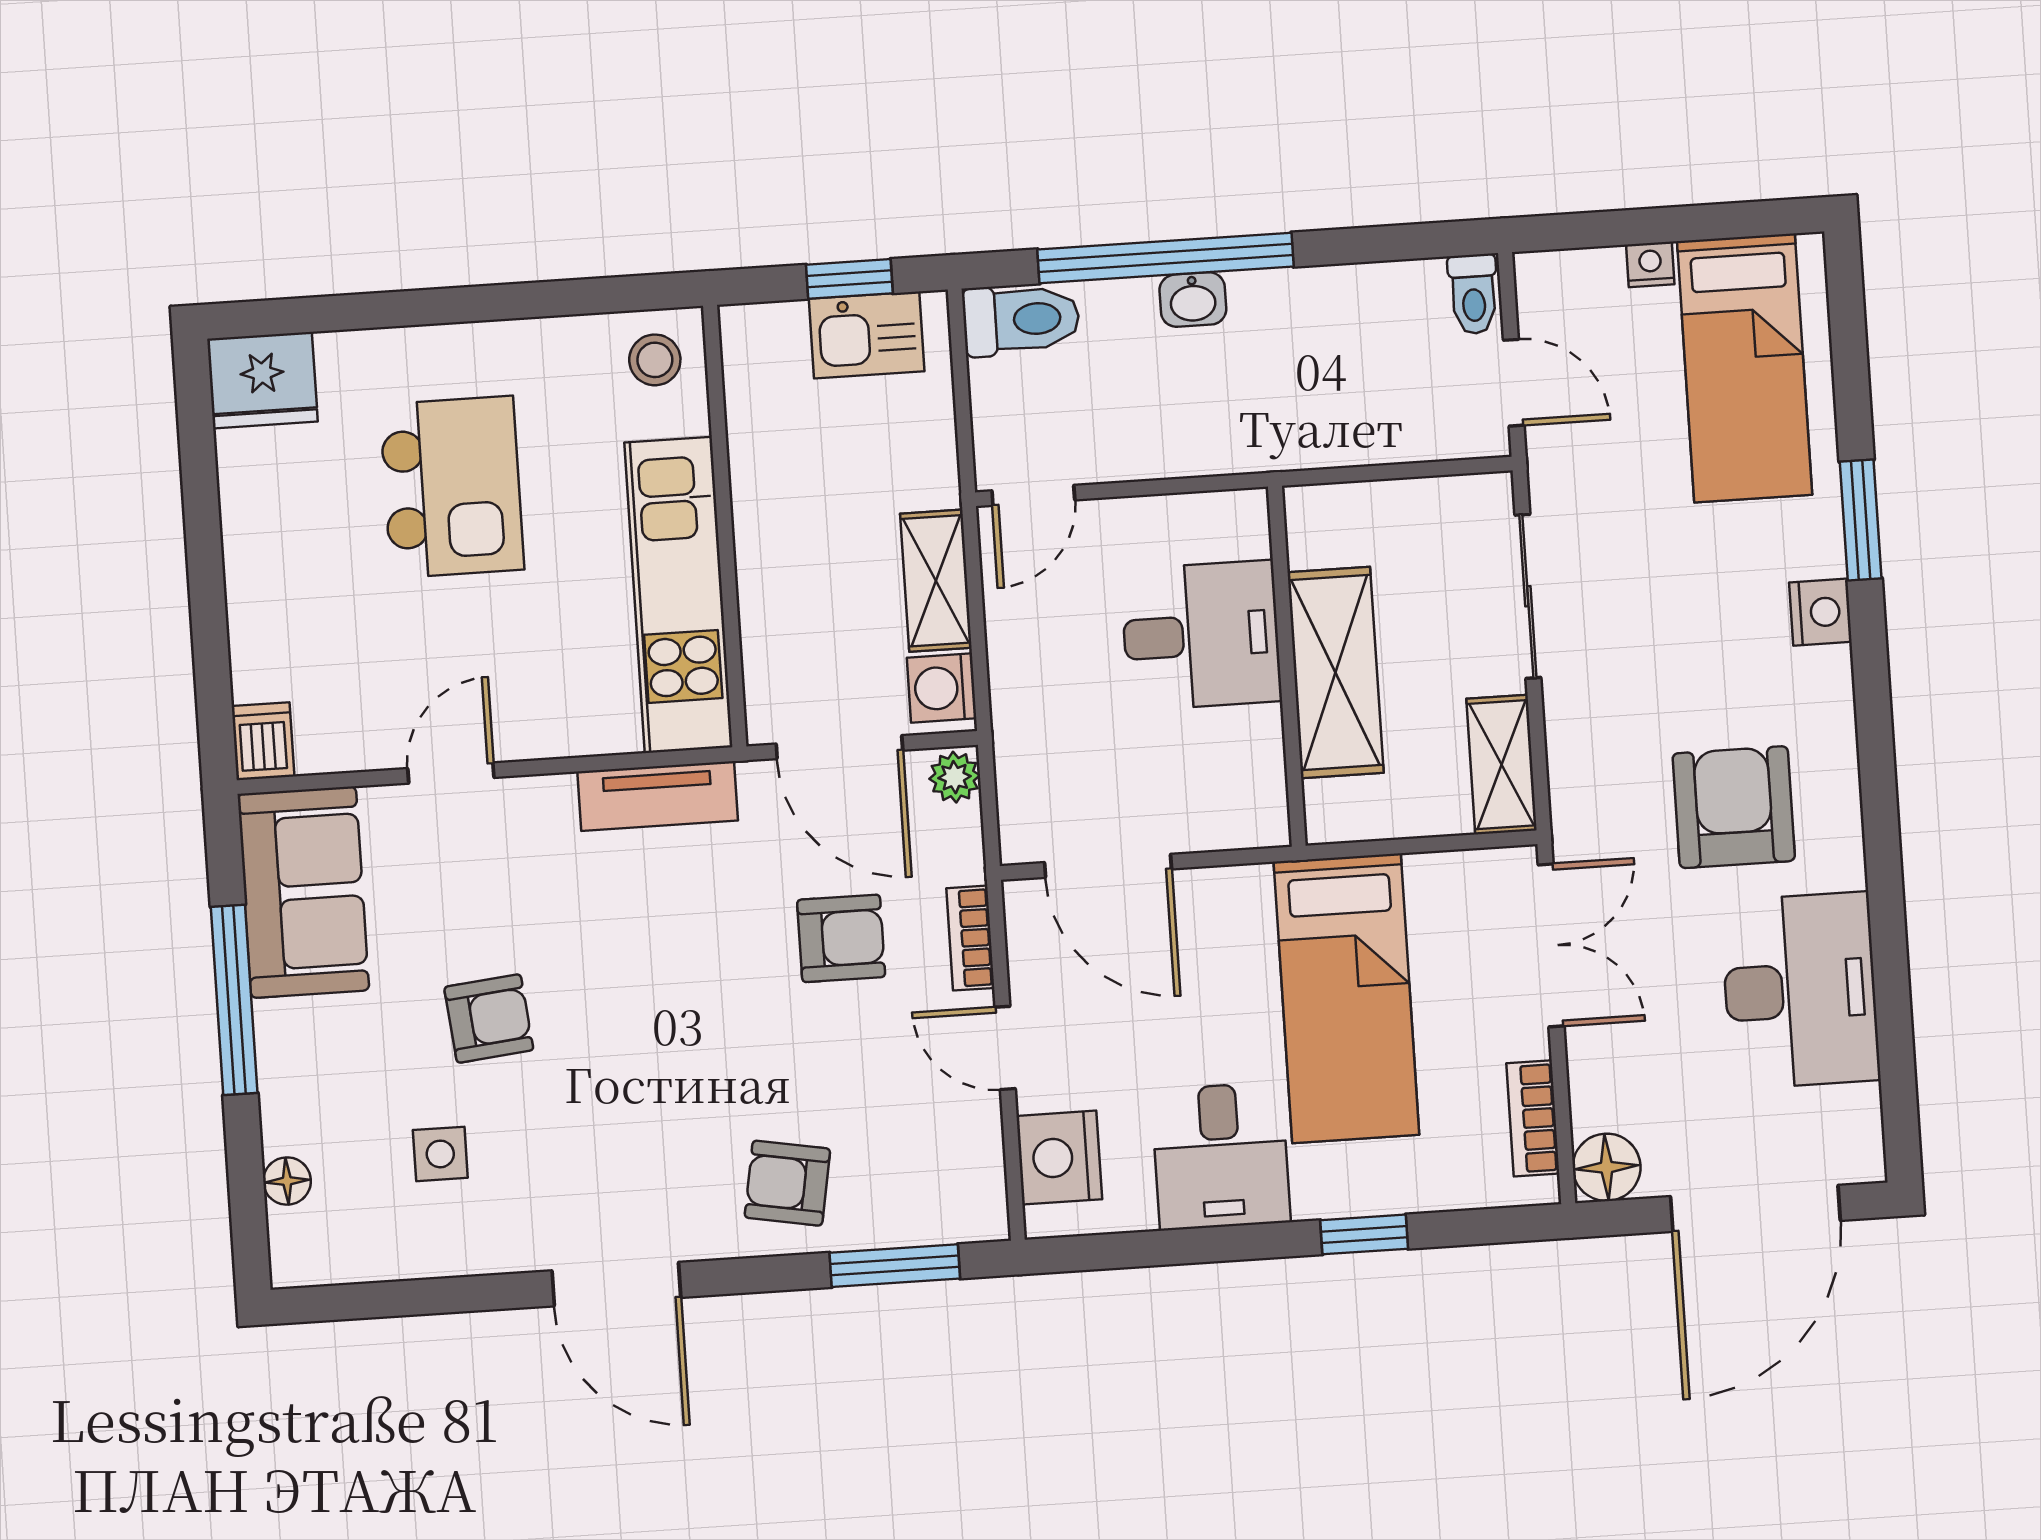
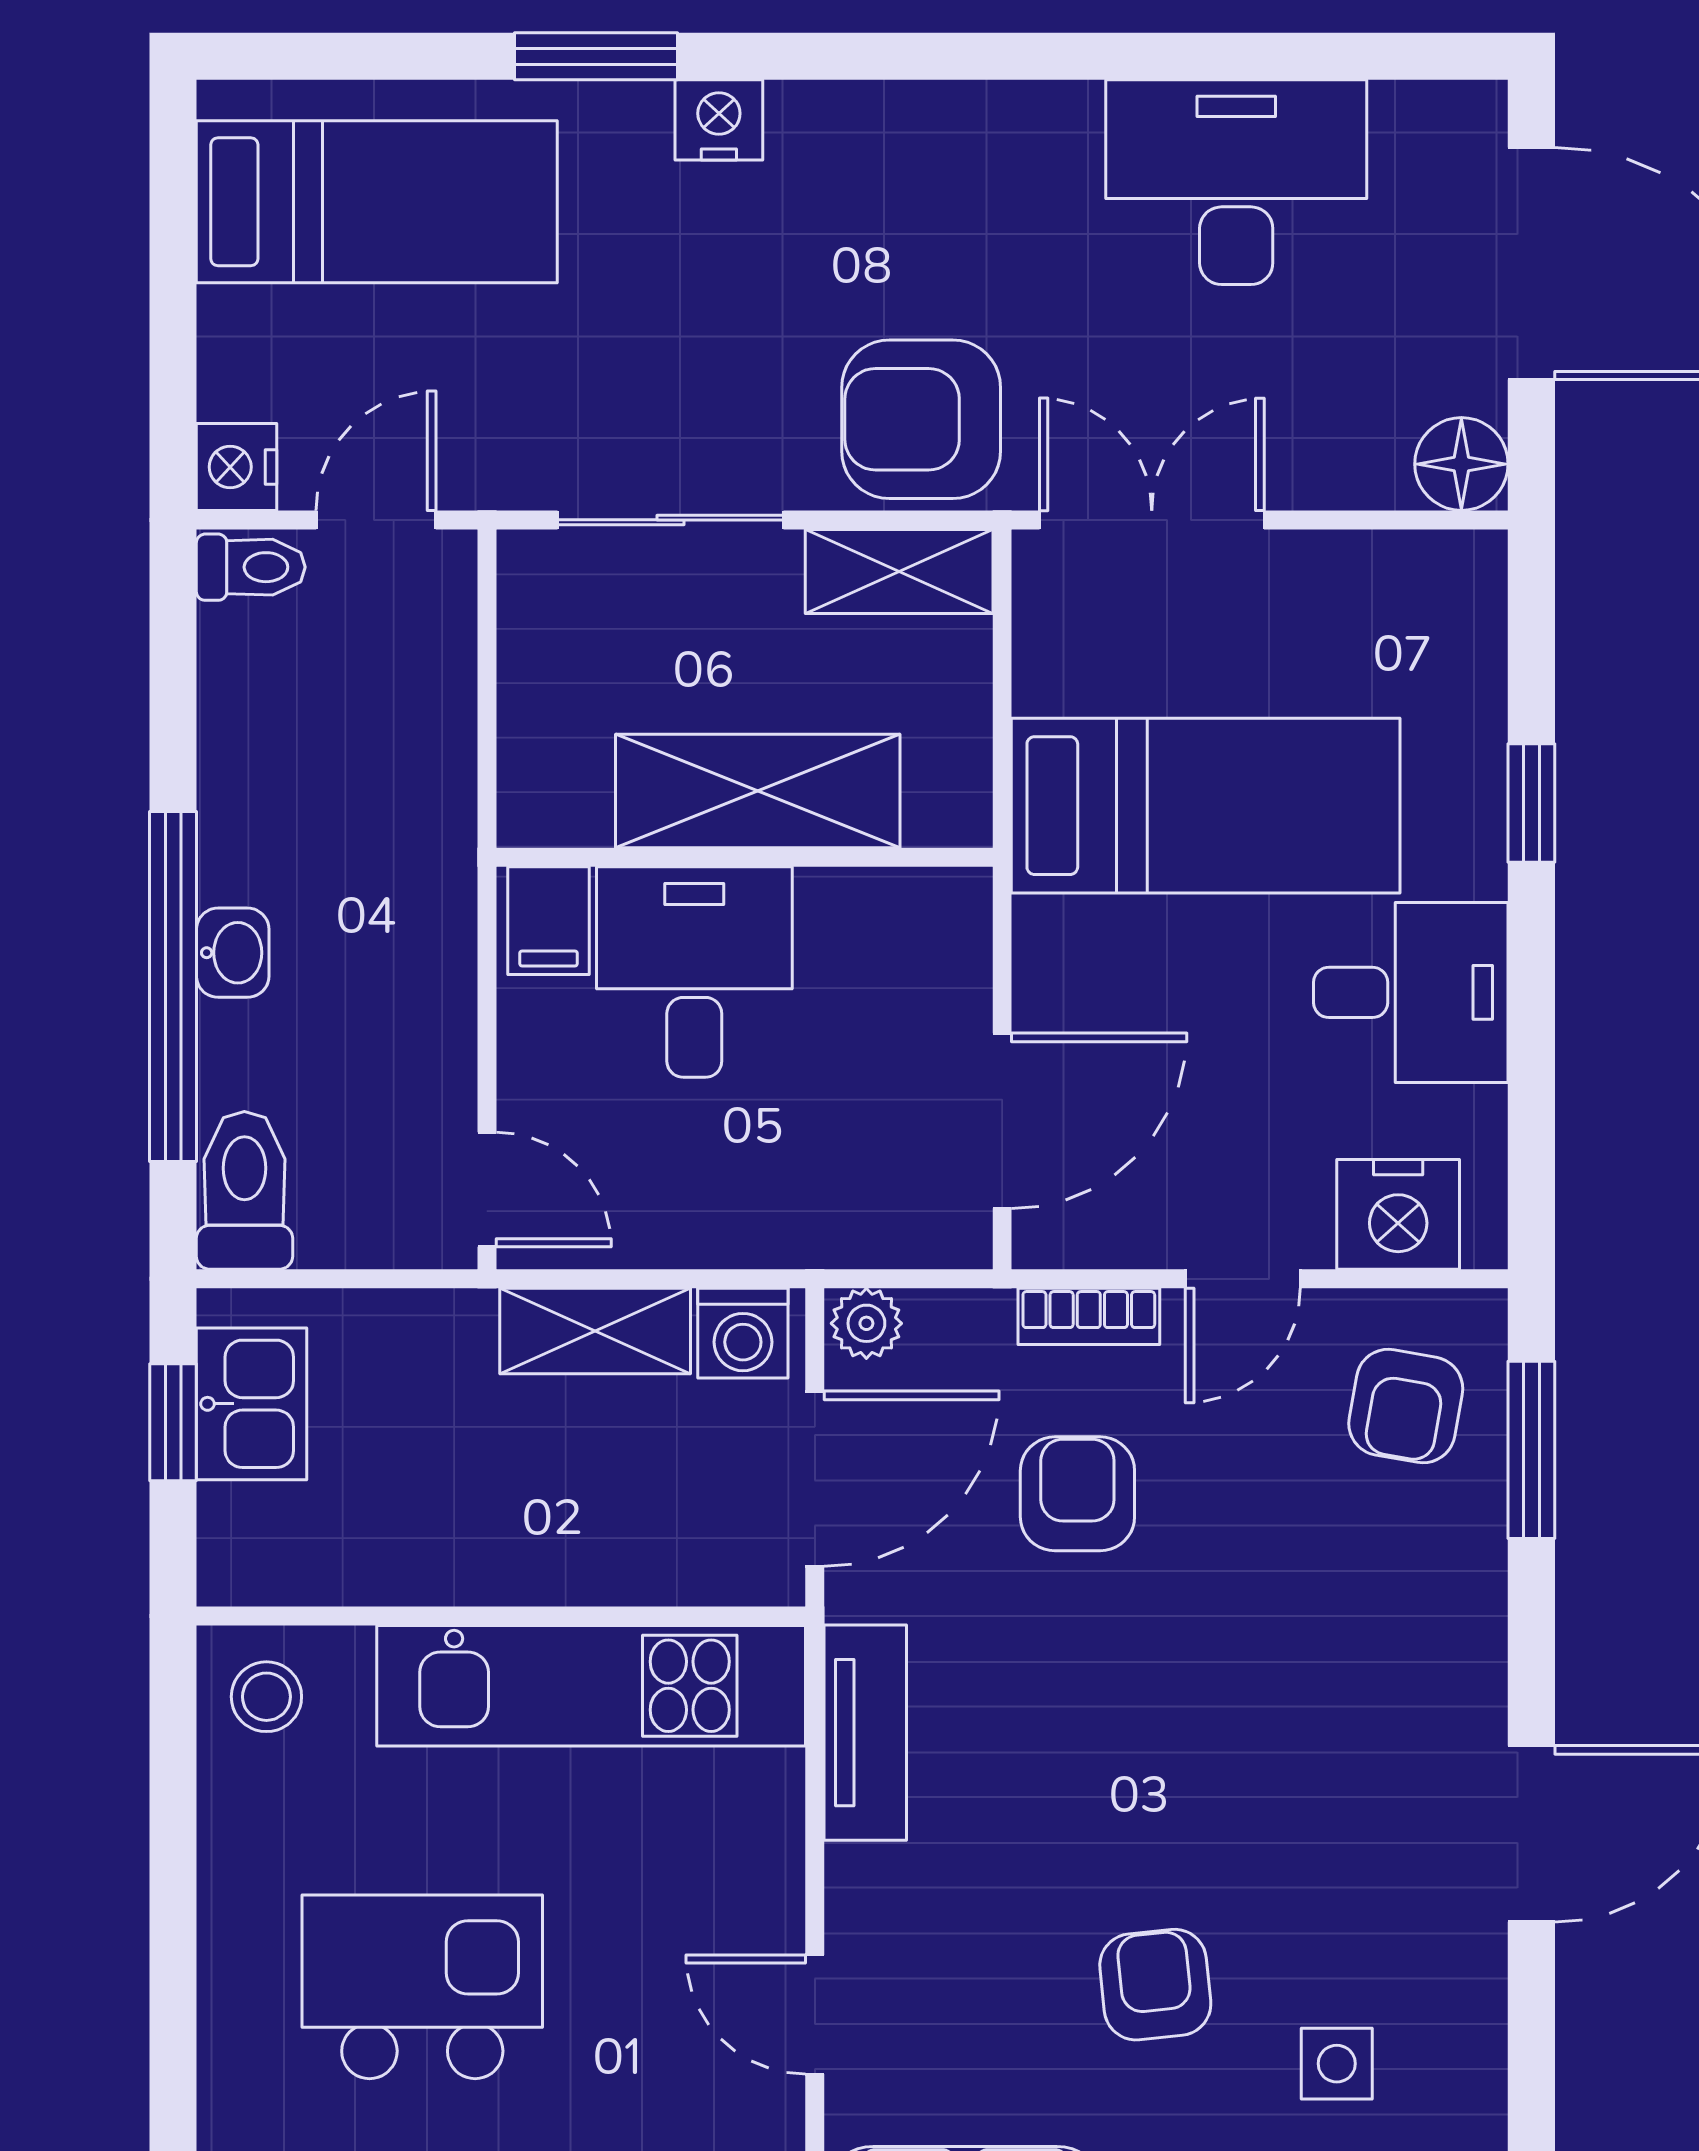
nightstand: (1650, 264) -> (237, 467), moved, width x1.39, depth x1.35
filing cabinet: (1231, 527) -> (549, 921), added
armchair: (1734, 807) -> (921, 419), moved
bookcase: (1533, 1118) -> (1388, 561), removed
armchair: (787, 1183) -> (1406, 1406), moved

